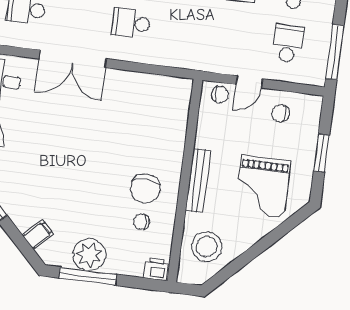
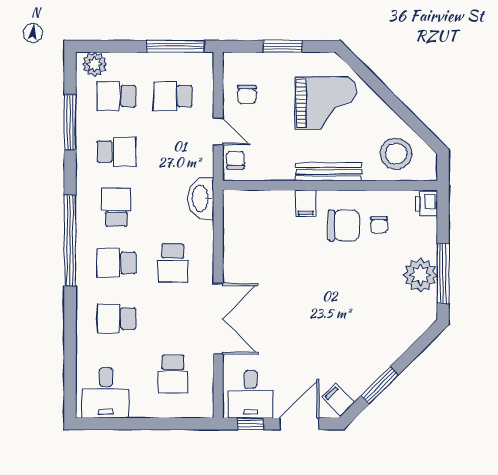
washbasin: (188, 57) -> (201, 199), added
filing cabinet: (38, 234) -> (306, 203), moved, turned -135

